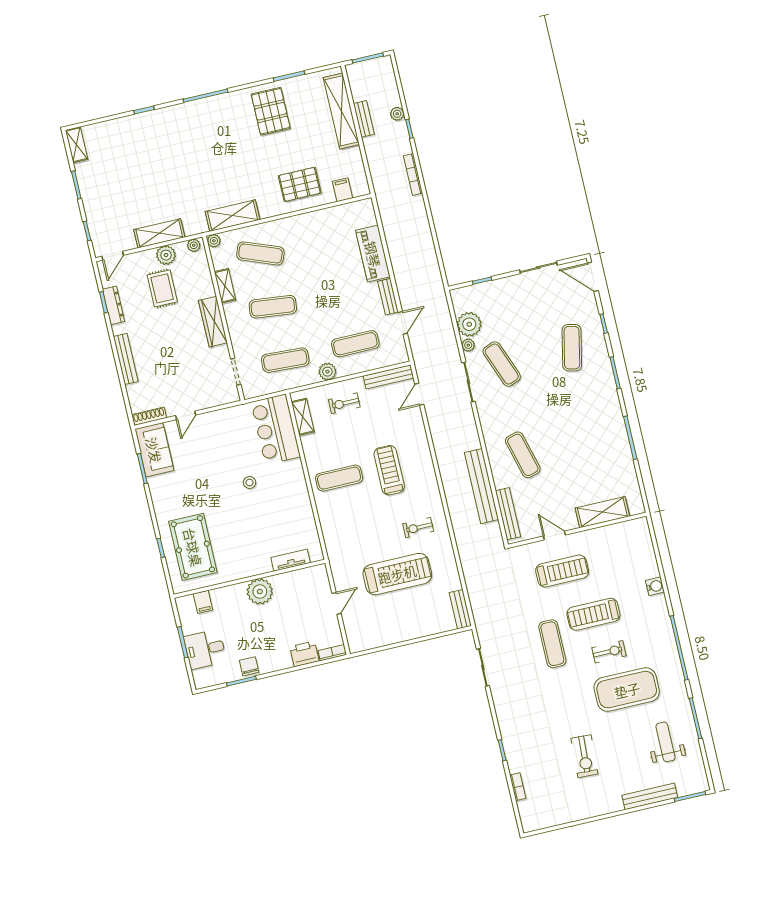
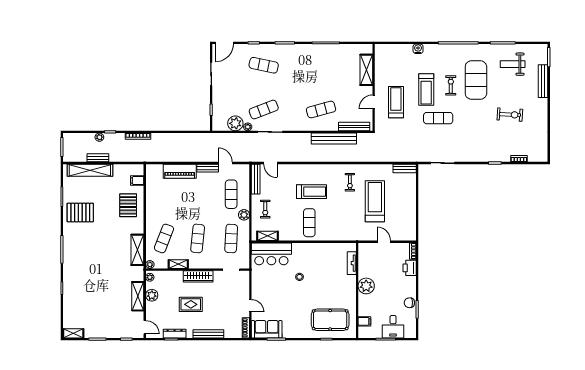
rug: (162, 288) -> (191, 304), moved
treadmill: (389, 470) -> (312, 192), turned 180

